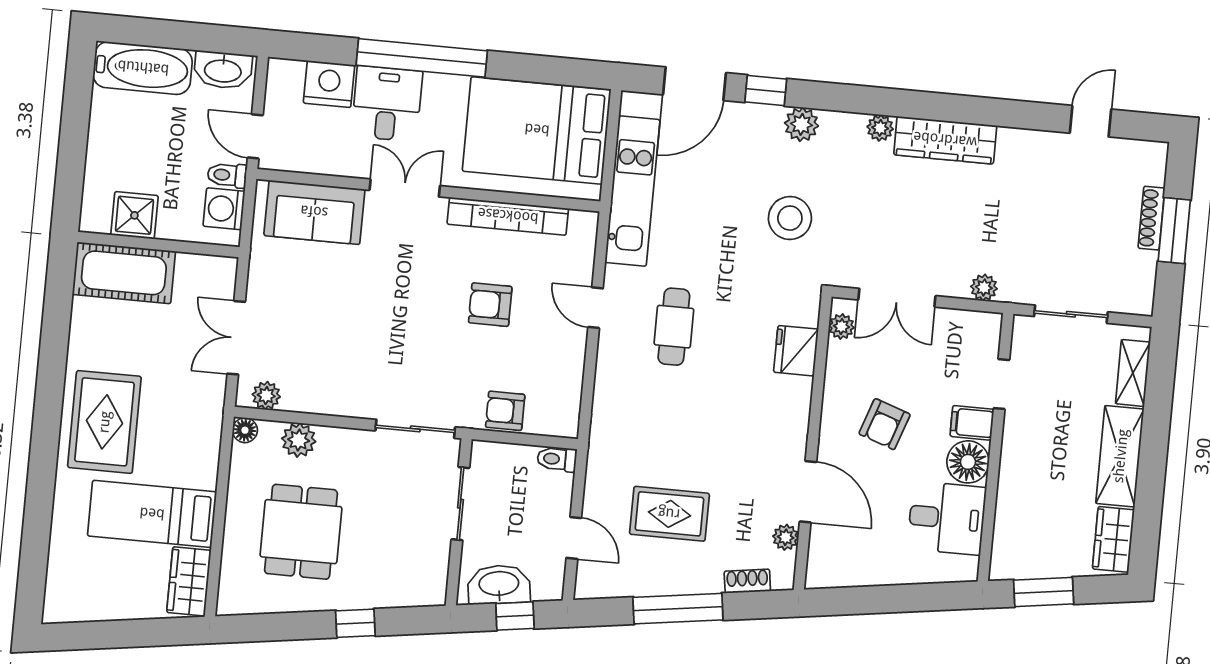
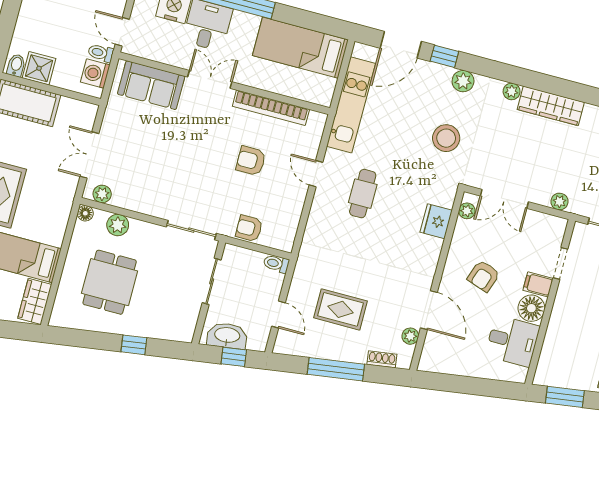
bed: (537, 130) -> (300, 48), width x0.67
bidet: (98, 217) -> (16, 65), added

